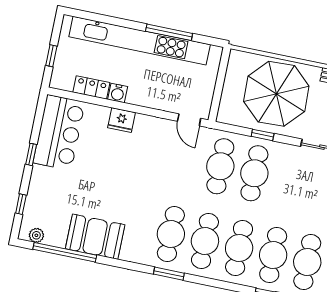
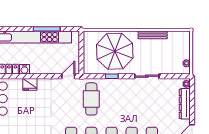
door: (189, 120) -> (68, 76), swing flipped
cafe table: (254, 173) -> (112, 99), removed

